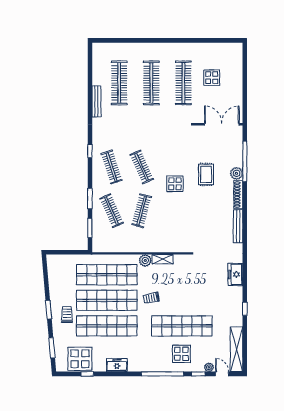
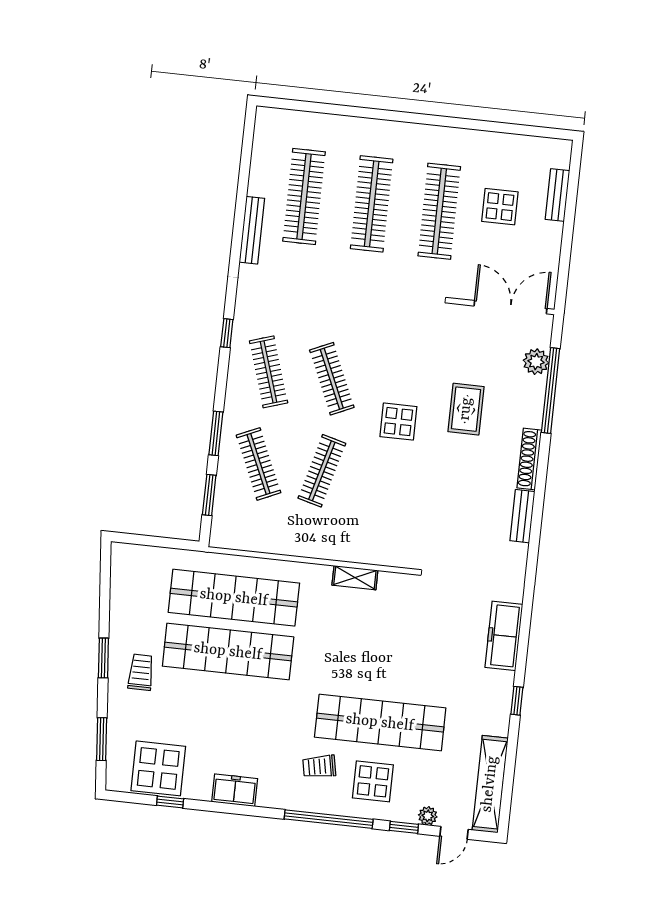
bench: (238, 69) -> (557, 195), added
plant: (237, 173) -> (536, 362), moved
bench: (238, 226) -> (522, 516), width x0.73
plant: (145, 260) -> (318, 576), removed
freezer: (235, 274) -> (504, 636), width x1.40
trolley: (151, 298) -> (319, 766), moved
shop shelf: (107, 326) -> (222, 705), removed
door: (222, 374) -> (454, 833), swing flipped

